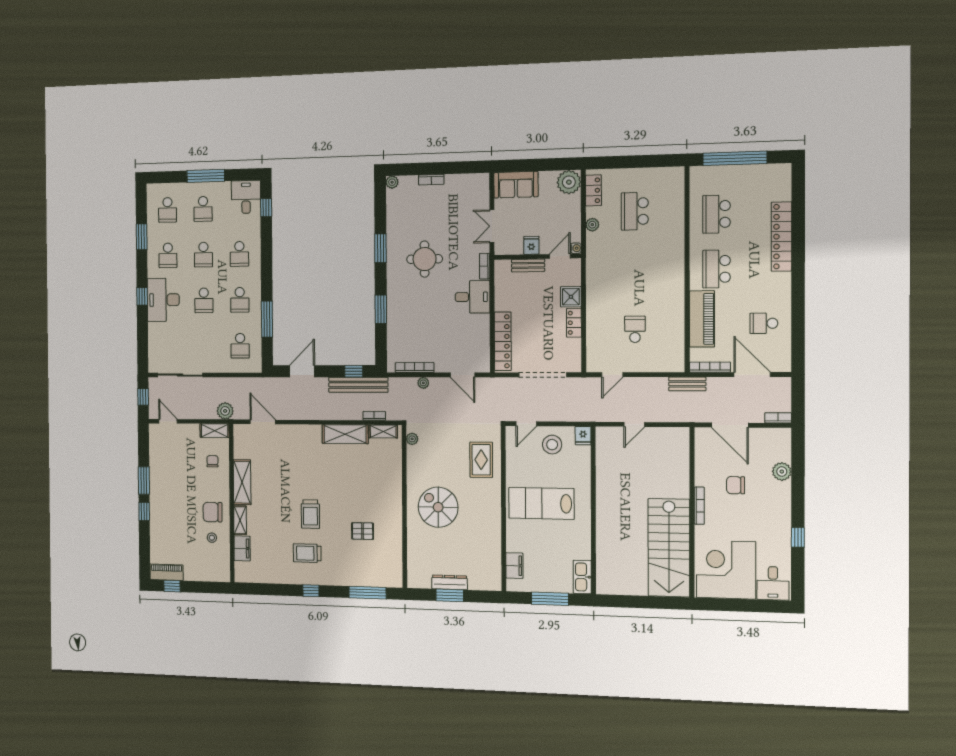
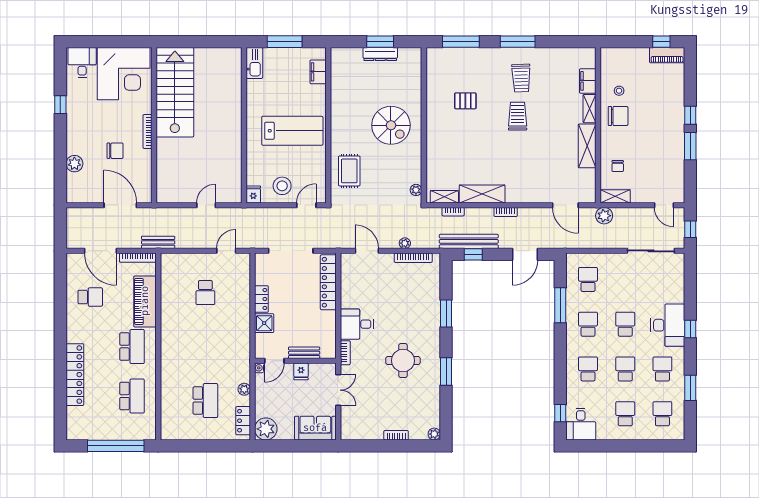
window: (206, 176) -> (622, 446), removed
bookcase: (778, 418) -> (506, 212), moved
trolley: (307, 553) -> (521, 78), turned 88
window: (311, 591) -> (518, 42), width x2.17

